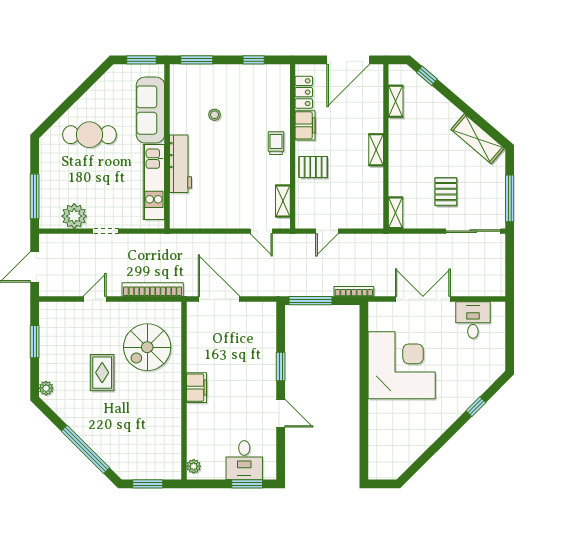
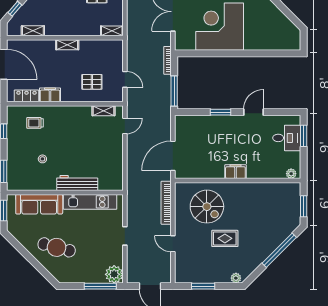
cafe table: (89, 135) -> (57, 247), turned -75
trolley: (276, 143) -> (35, 123), moved
pallet: (313, 167) -> (92, 82), moved, turned 90
plant: (74, 216) -> (114, 274), moved

